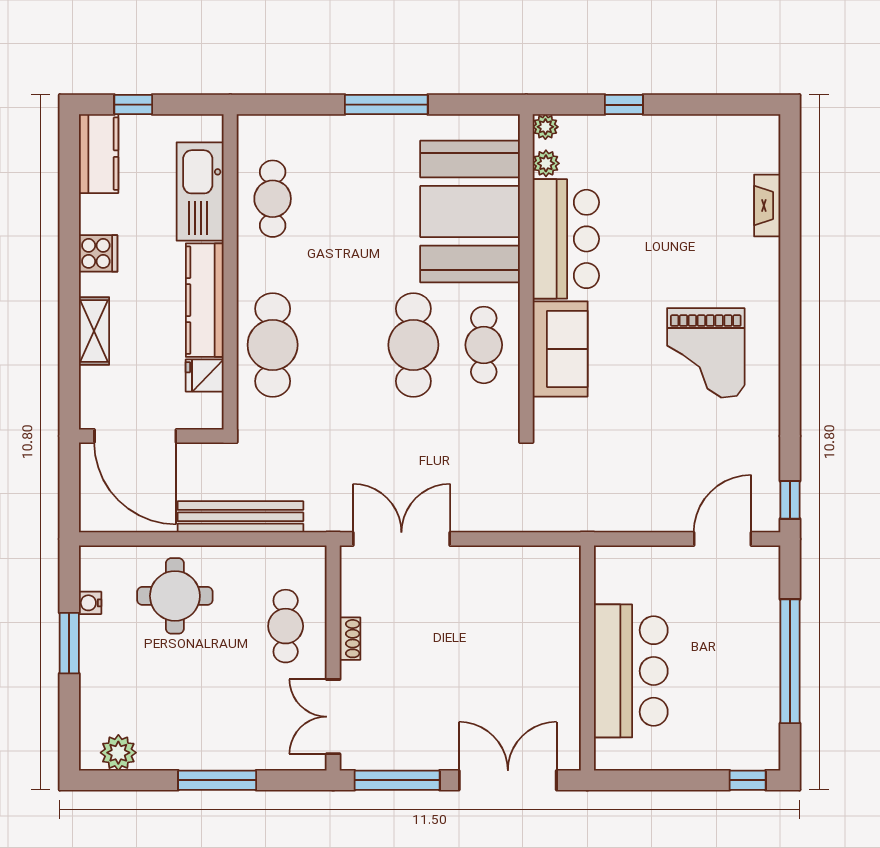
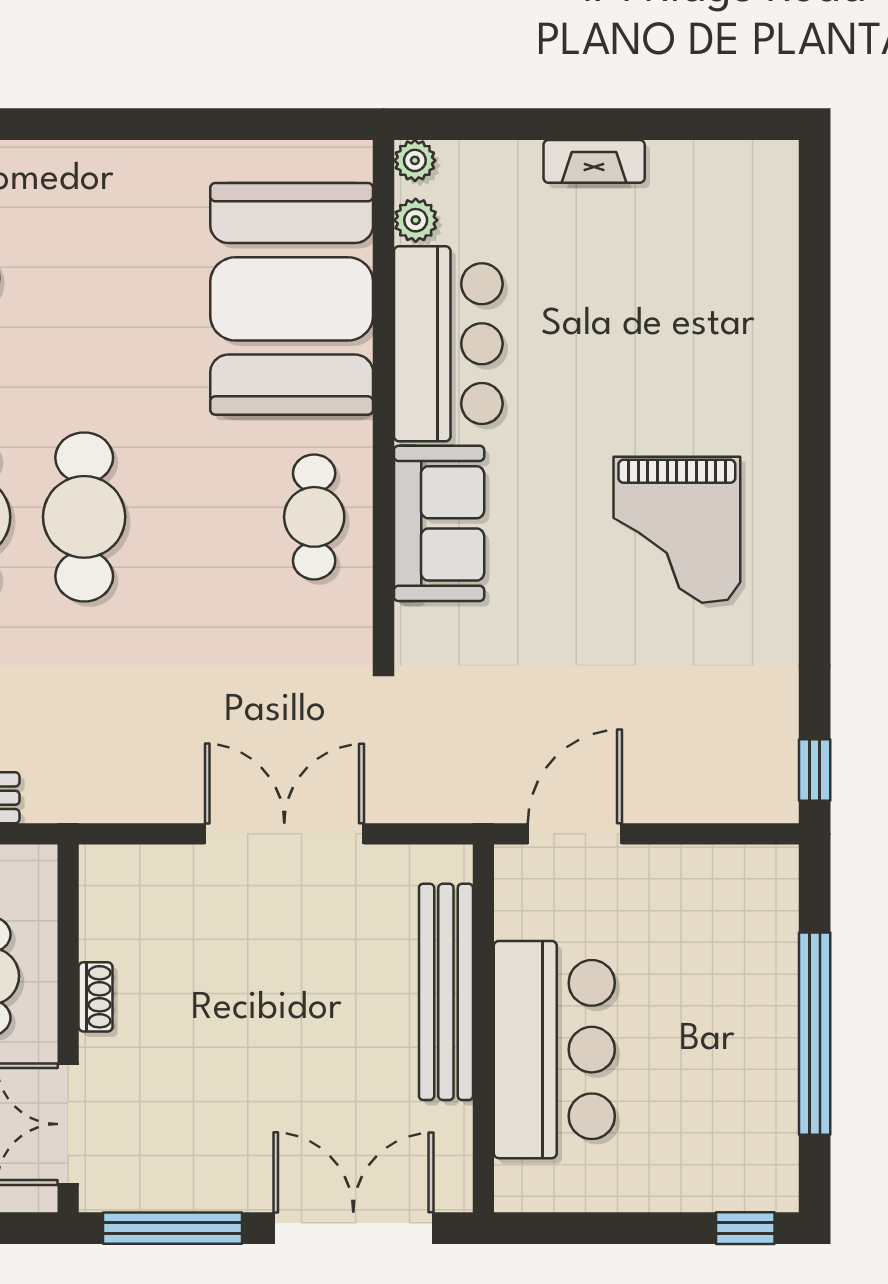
window: (386, 105) -> (155, 124), removed
window: (624, 105) -> (543, 124), removed
fireplace: (767, 206) -> (594, 161), moved, turned -90
cafe table: (413, 345) -> (84, 517), moved
double door: (401, 539) -> (284, 834), moved
door: (722, 539) -> (575, 834), moved
bench: (564, 636) -> (446, 992), added

